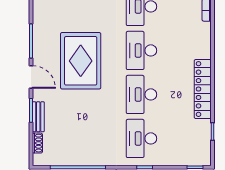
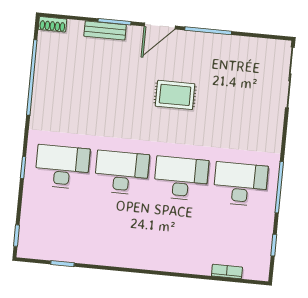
rug: (81, 61) -> (175, 95), width x0.54, depth x0.49
locker: (203, 89) -> (121, 256), removed
shoe rack: (37, 143) -> (52, 24), moved

